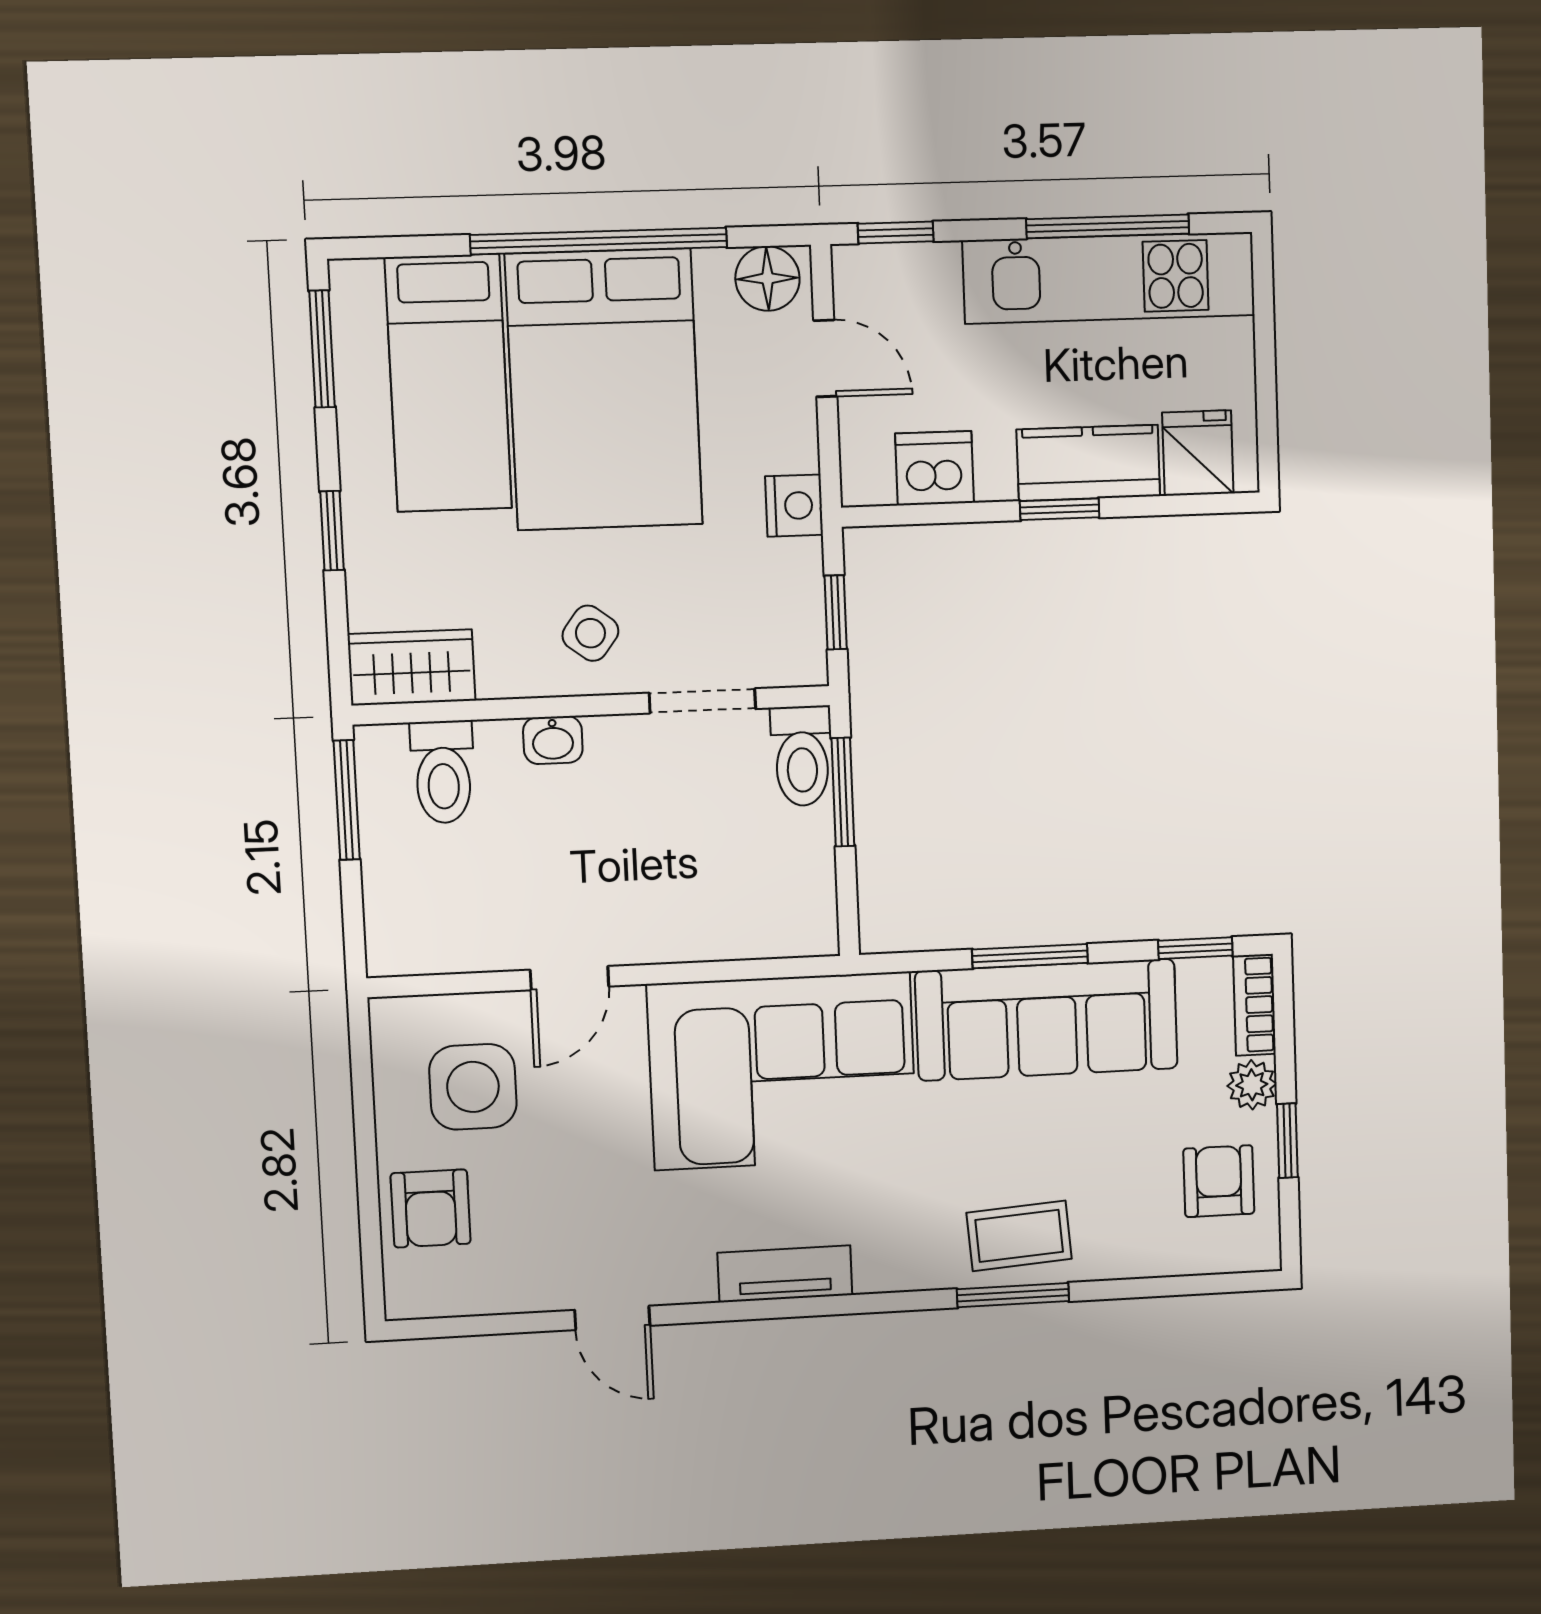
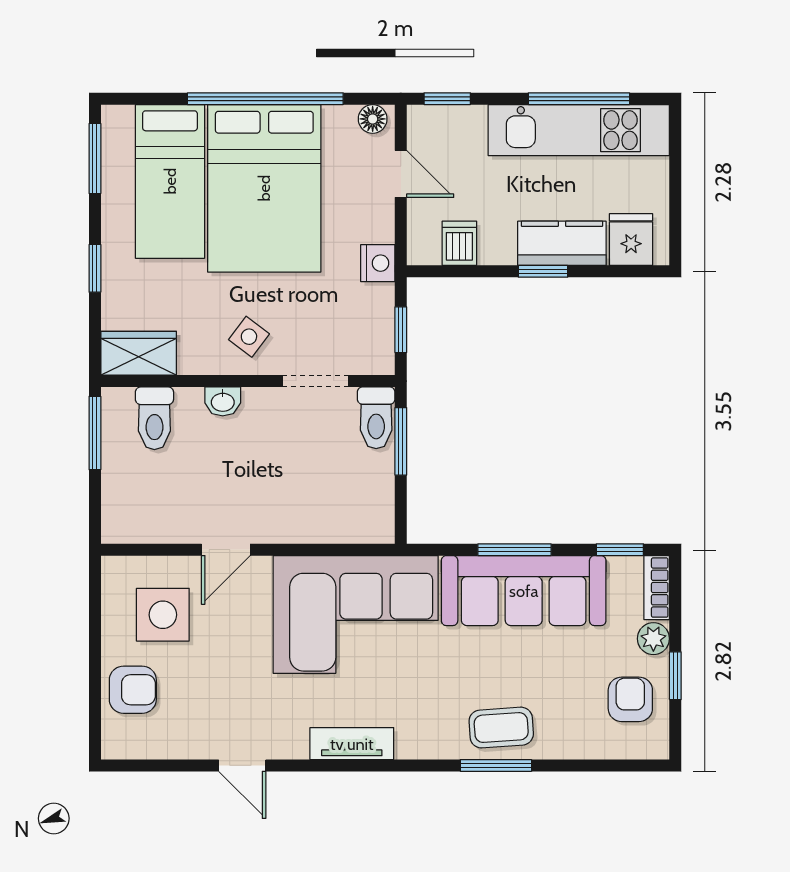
floor lamp: (767, 278) -> (373, 119), width x0.73, depth x0.73
dishwasher: (935, 468) -> (459, 243), width x0.73
armchair: (431, 1208) -> (133, 690), turned -90

